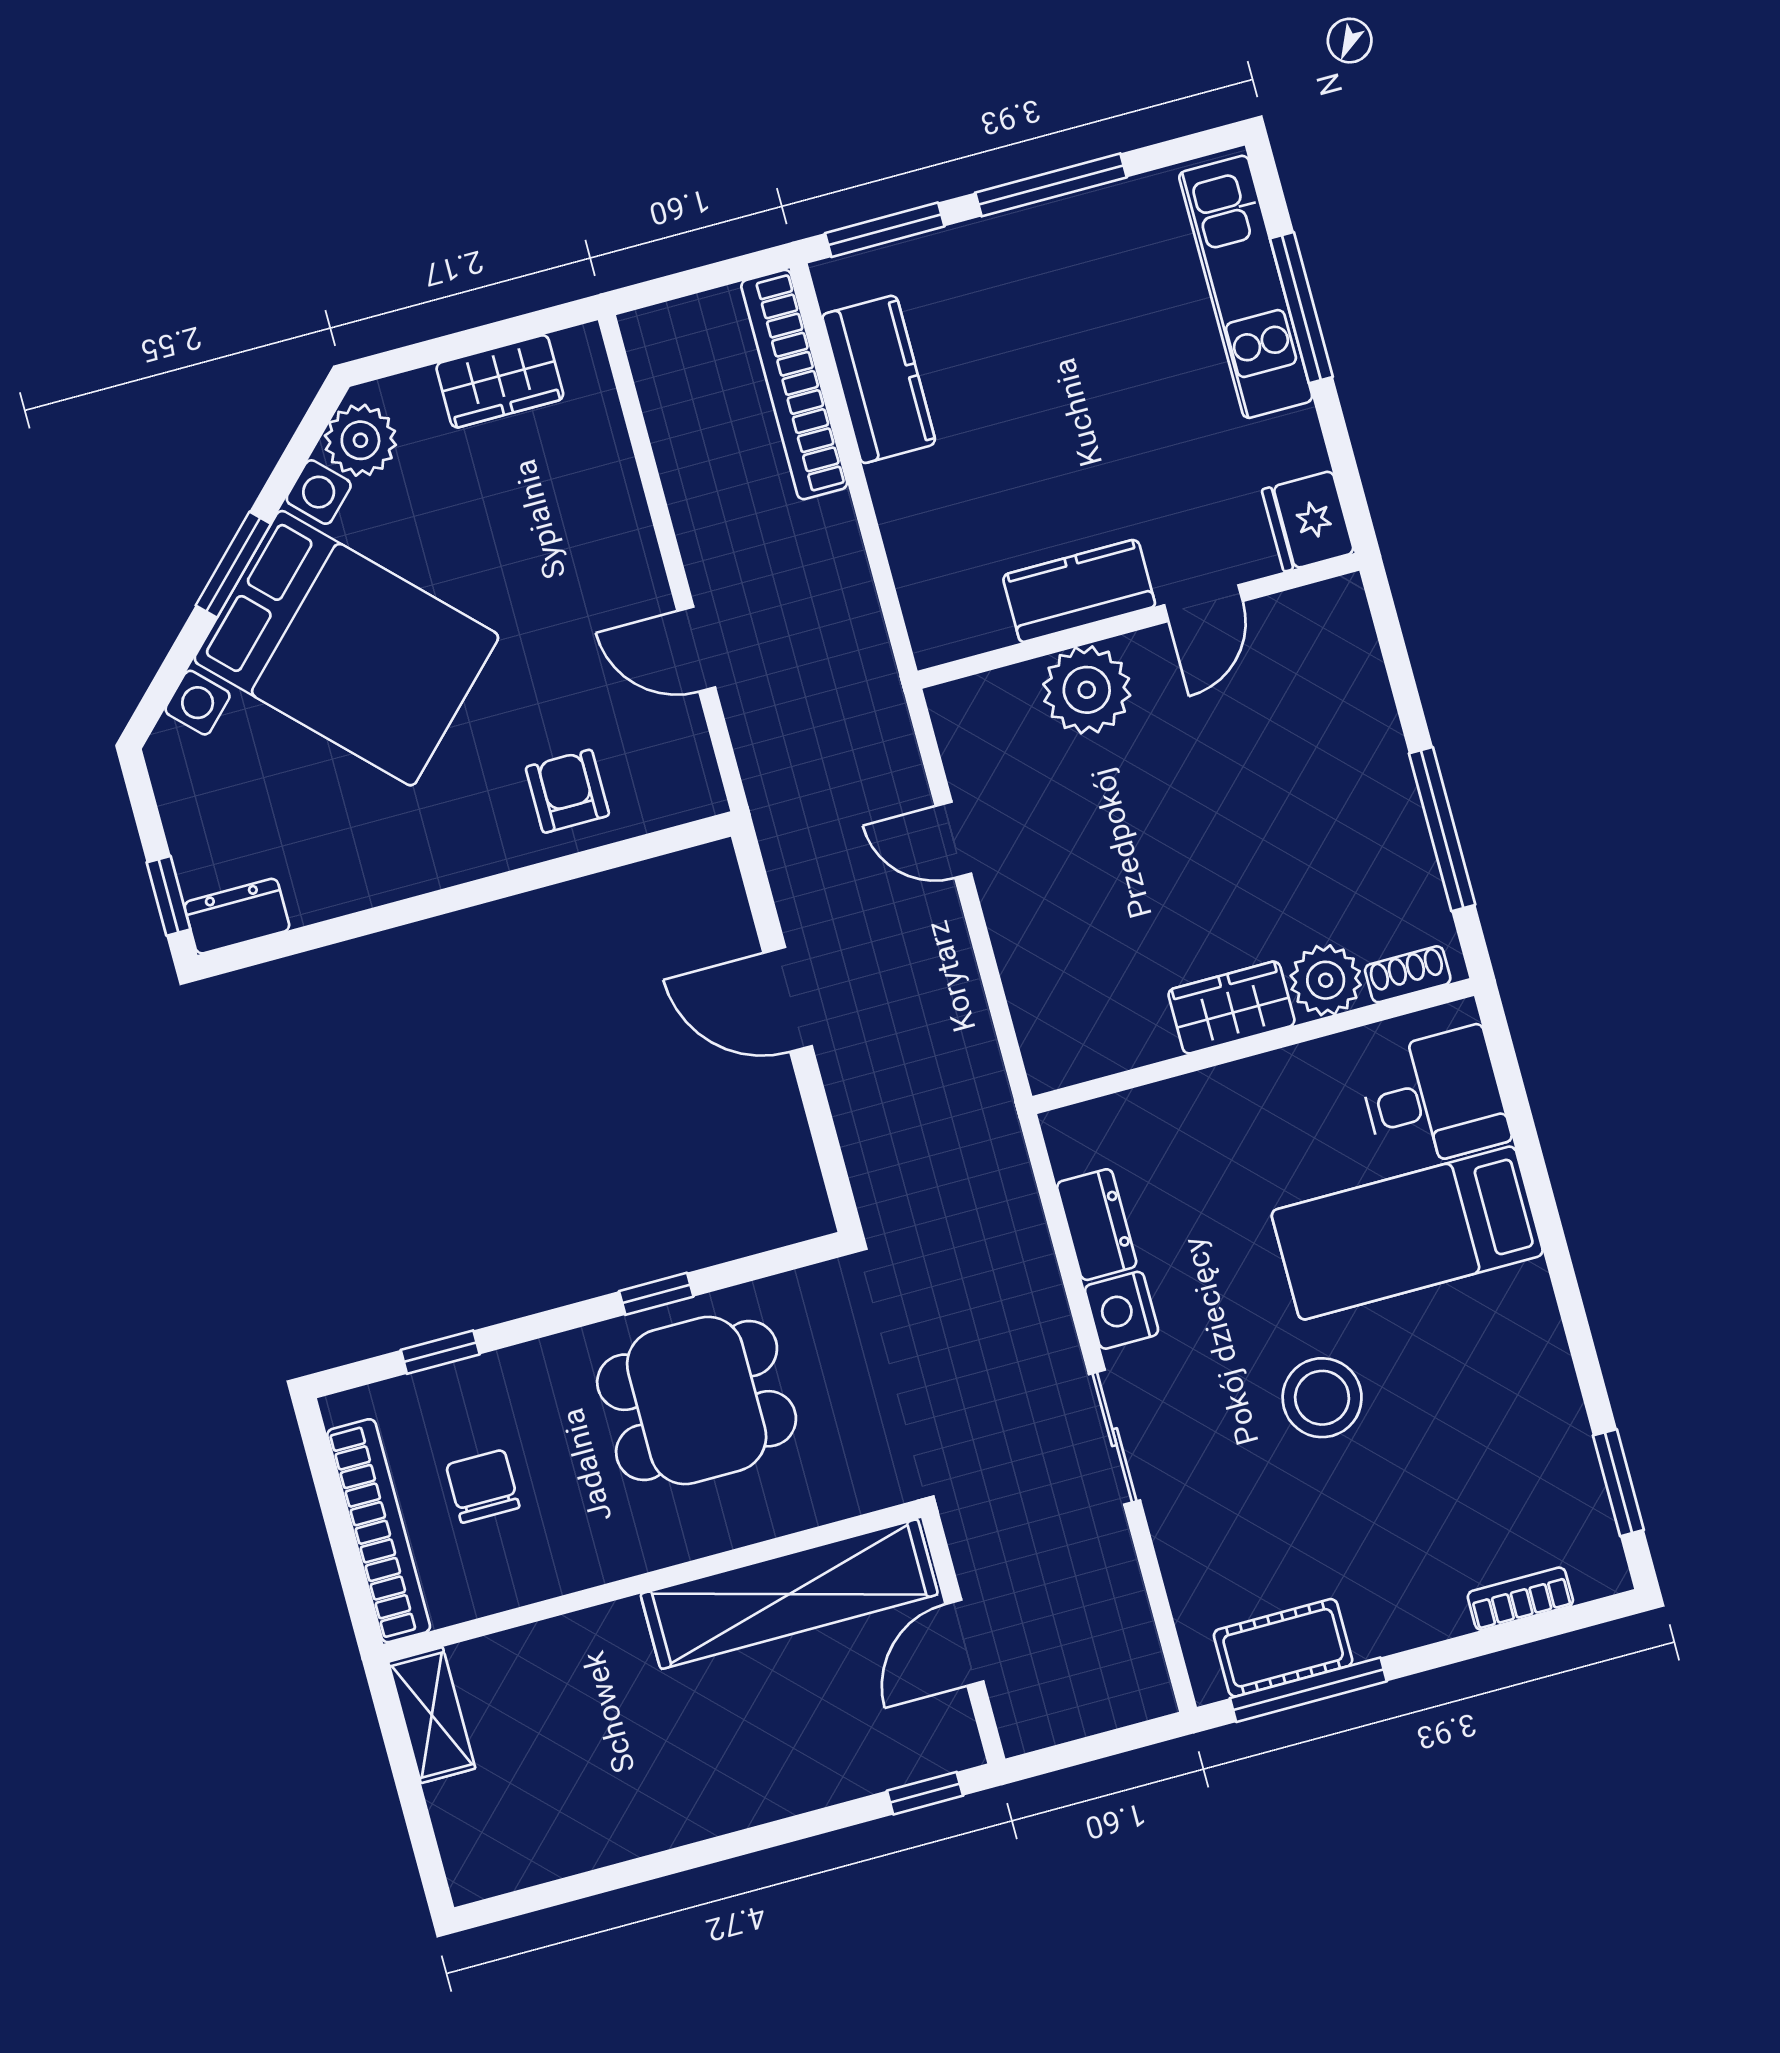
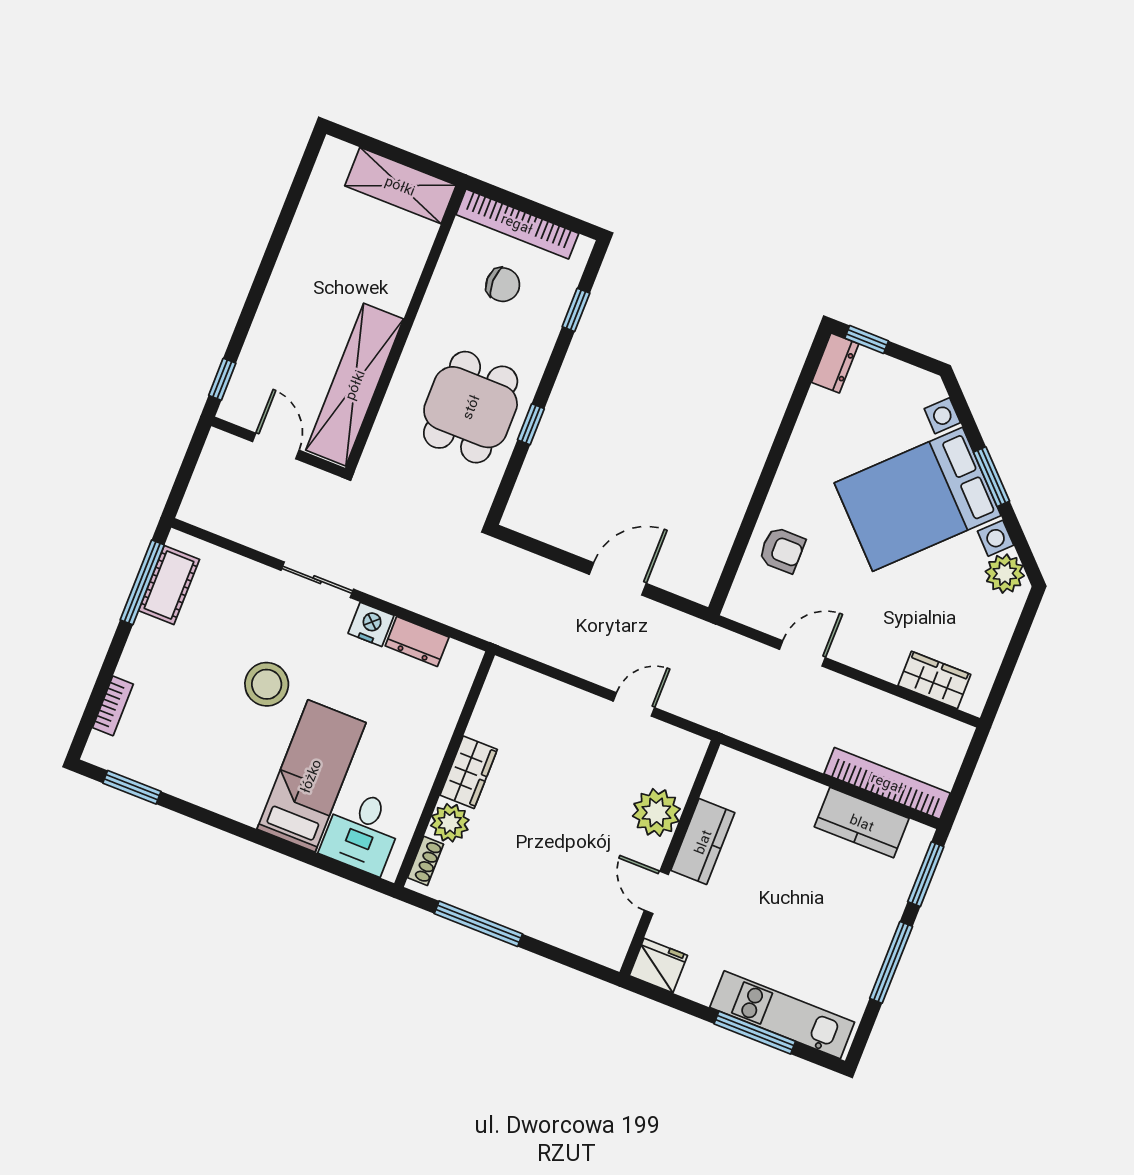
wardrobe: (500, 381) -> (934, 680), moved, turned 90
shelving: (432, 1715) -> (400, 186), width x1.50, depth x1.33

